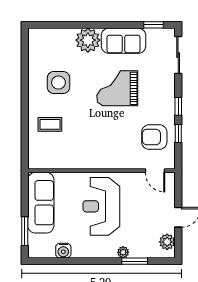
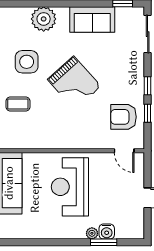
plant: (88, 40) -> (44, 19), moved
grand piano: (117, 88) -> (74, 83), moved, turned -132
plant: (167, 242) -> (136, 223), removed
water cooler: (63, 251) -> (107, 232), moved

